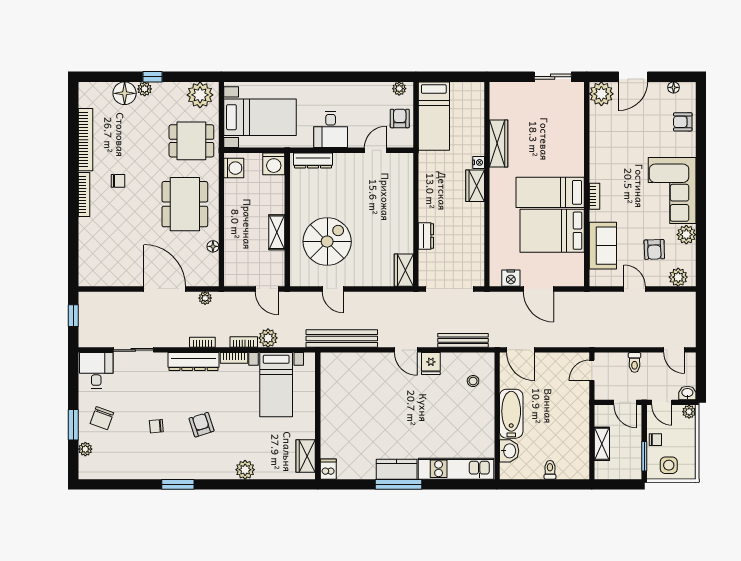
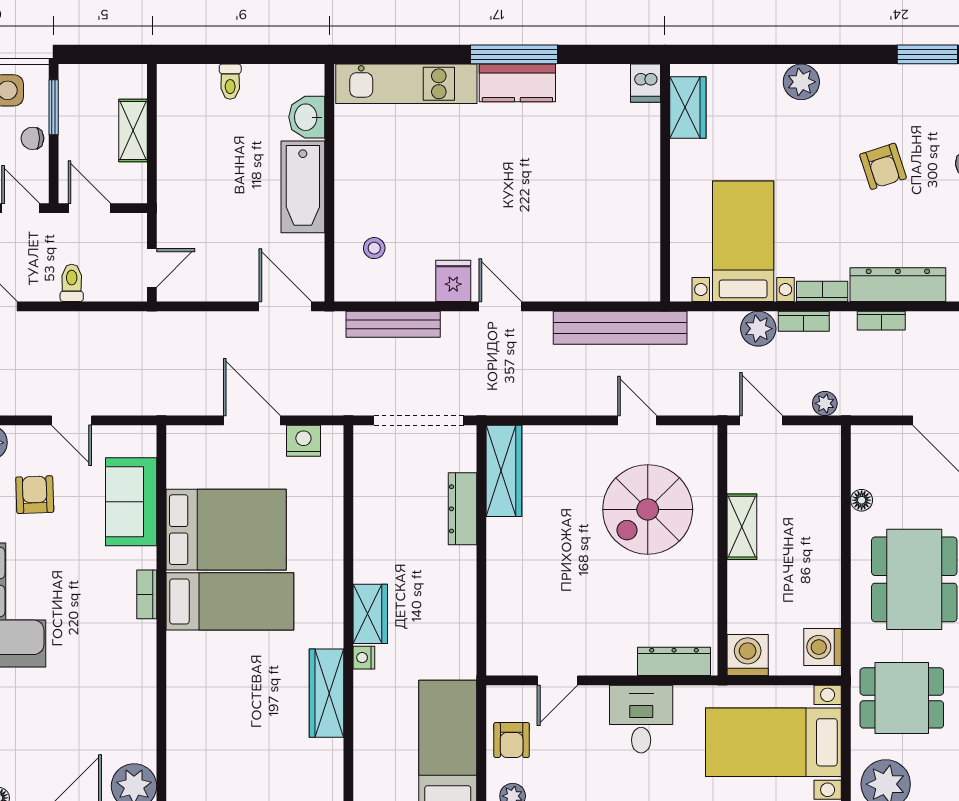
dresser: (426, 236) -> (463, 509), width x1.44
wardrobe: (404, 270) -> (504, 471), width x1.50
plant: (205, 298) -> (825, 403), moved

